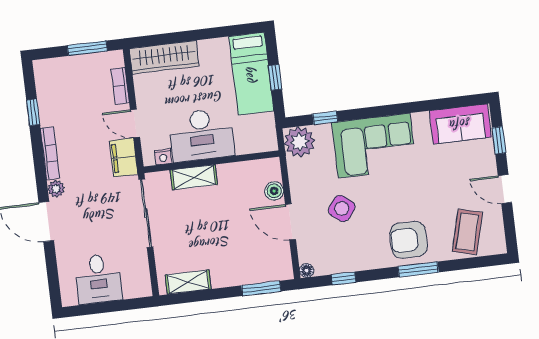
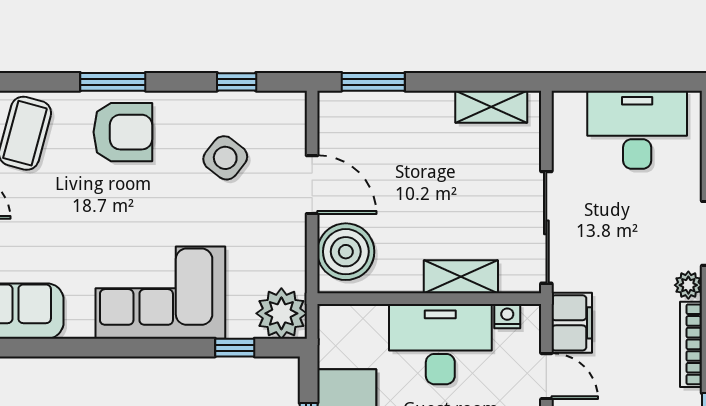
boiler: (274, 191) -> (346, 252), width x1.86, depth x1.86
side table: (342, 209) -> (225, 158), moved
floor lamp: (307, 271) -> (295, 102), removed
desk: (98, 279) -> (637, 130), width x1.37

